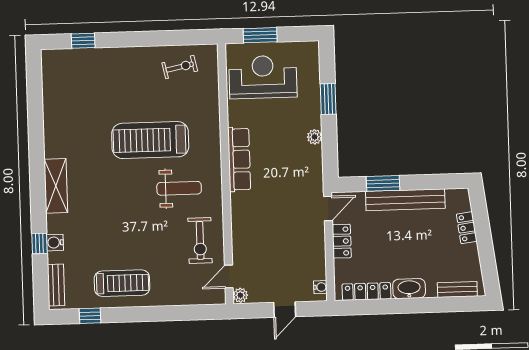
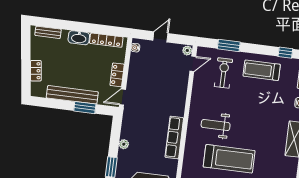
exercise bike: (200, 240) -> (223, 73), moved
window: (178, 313) -> (229, 45), added

